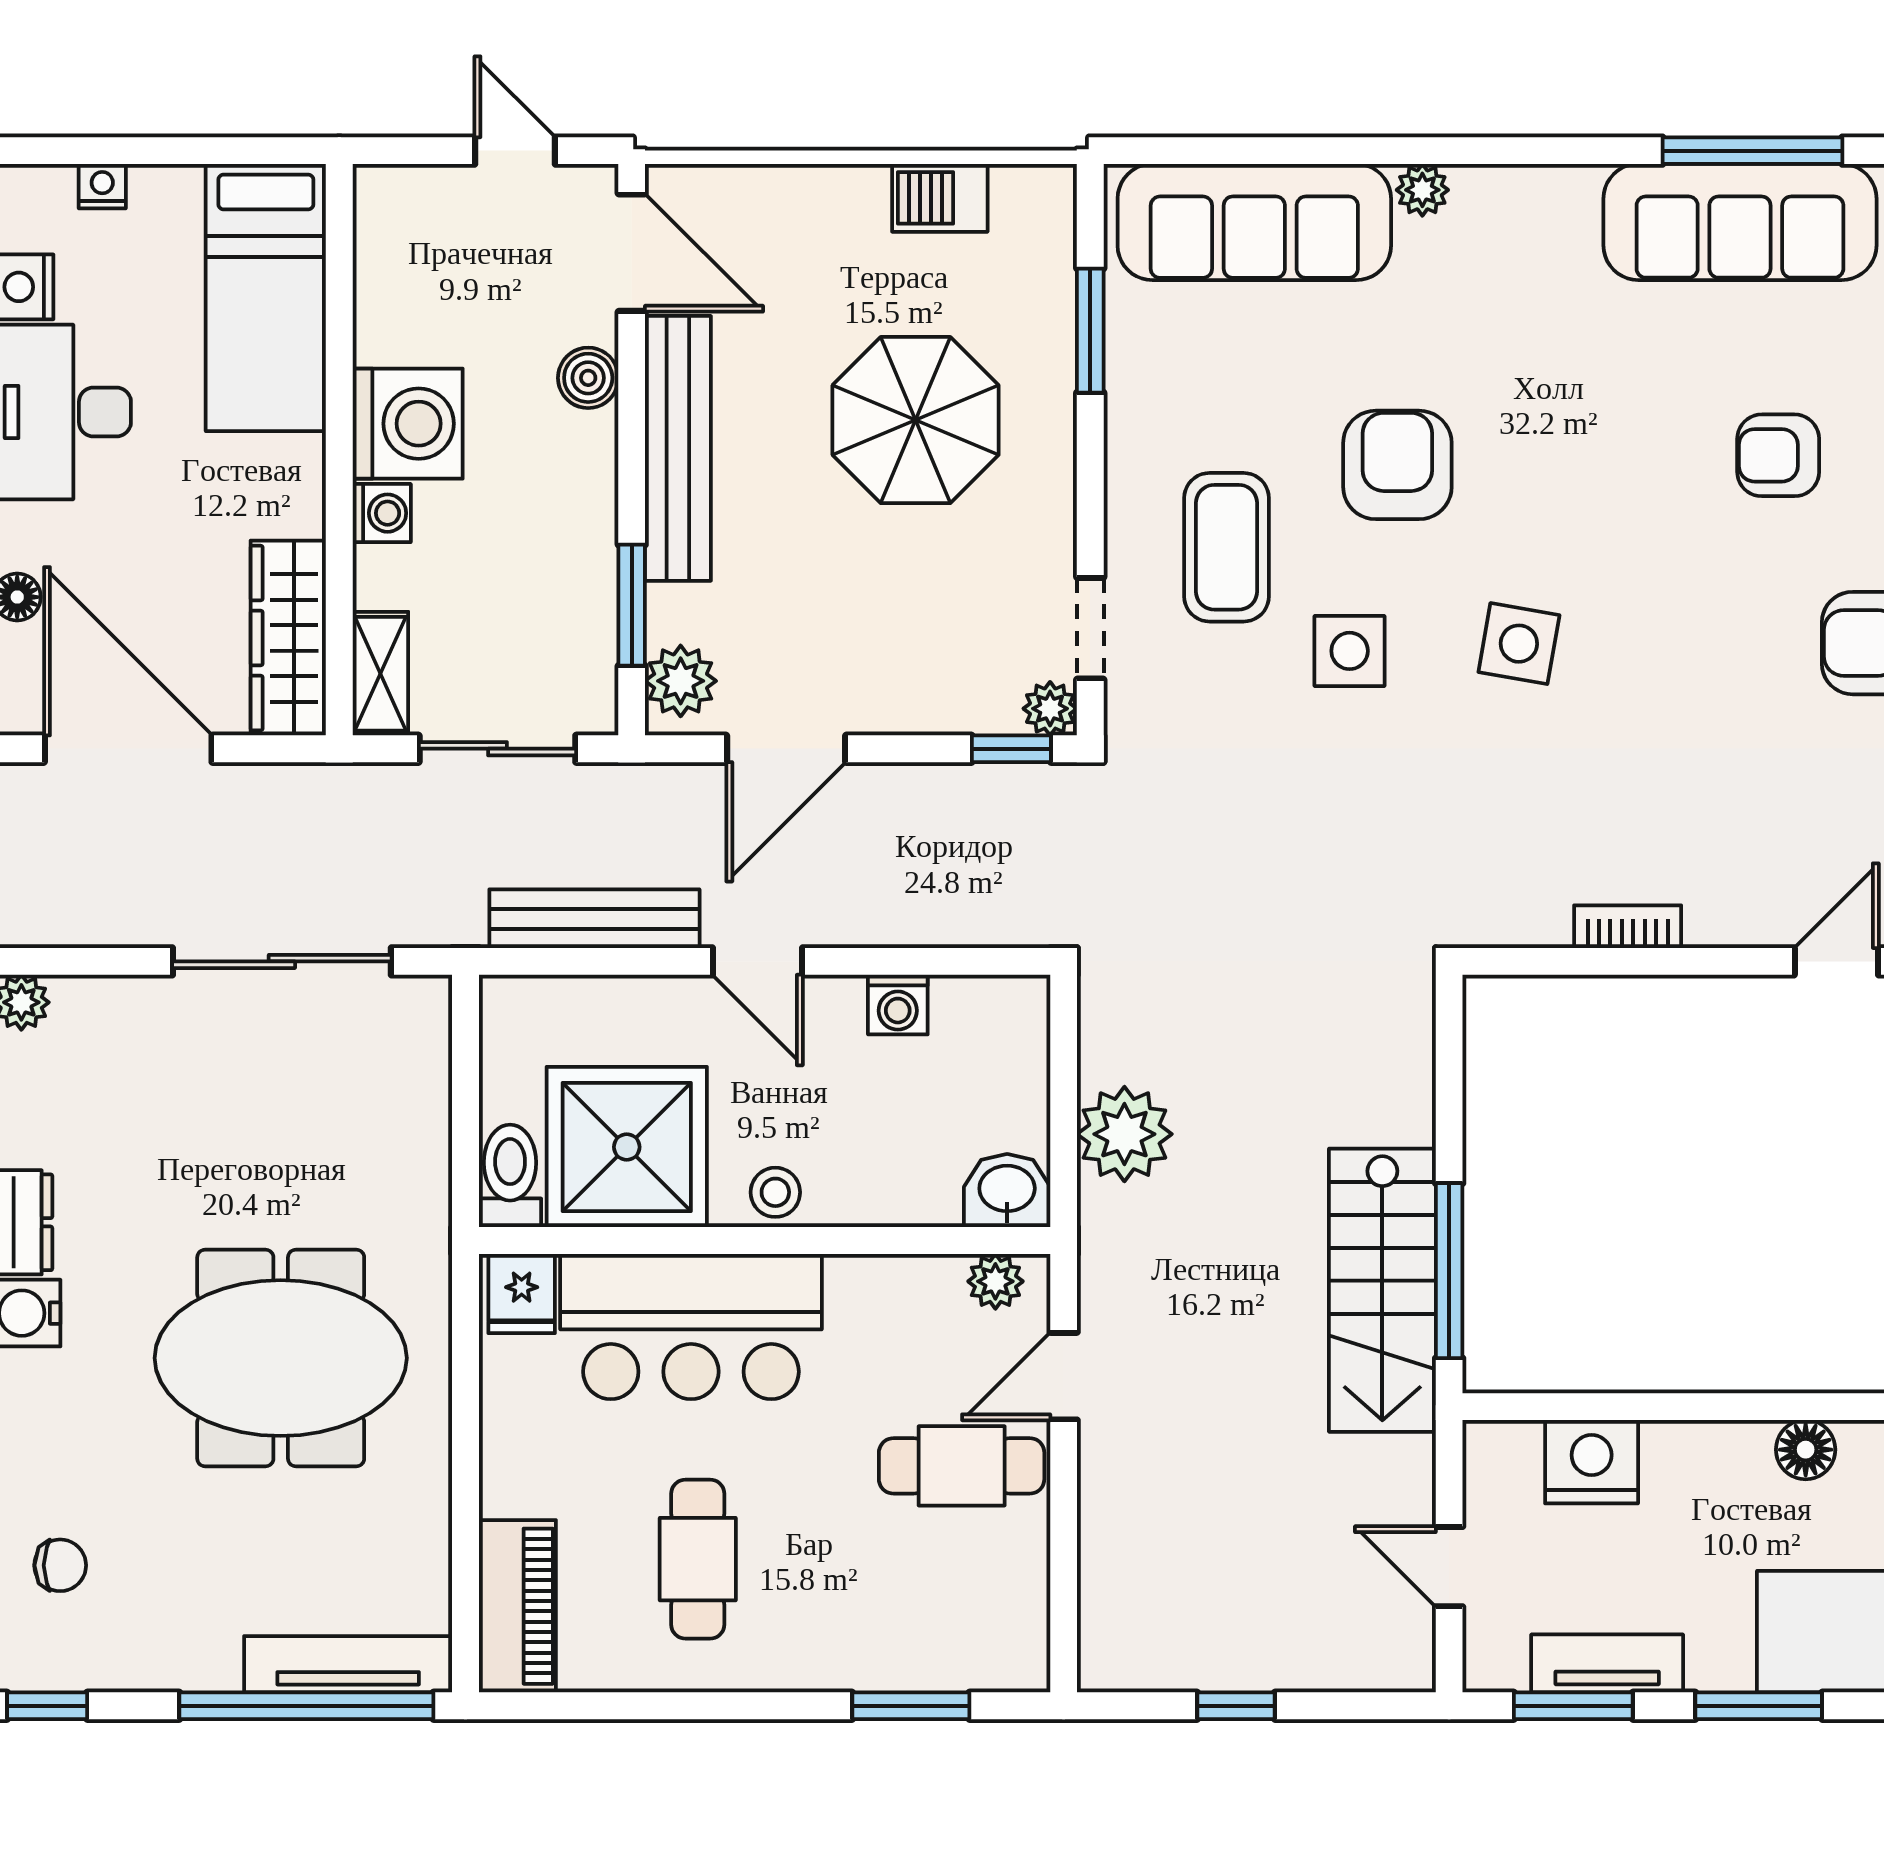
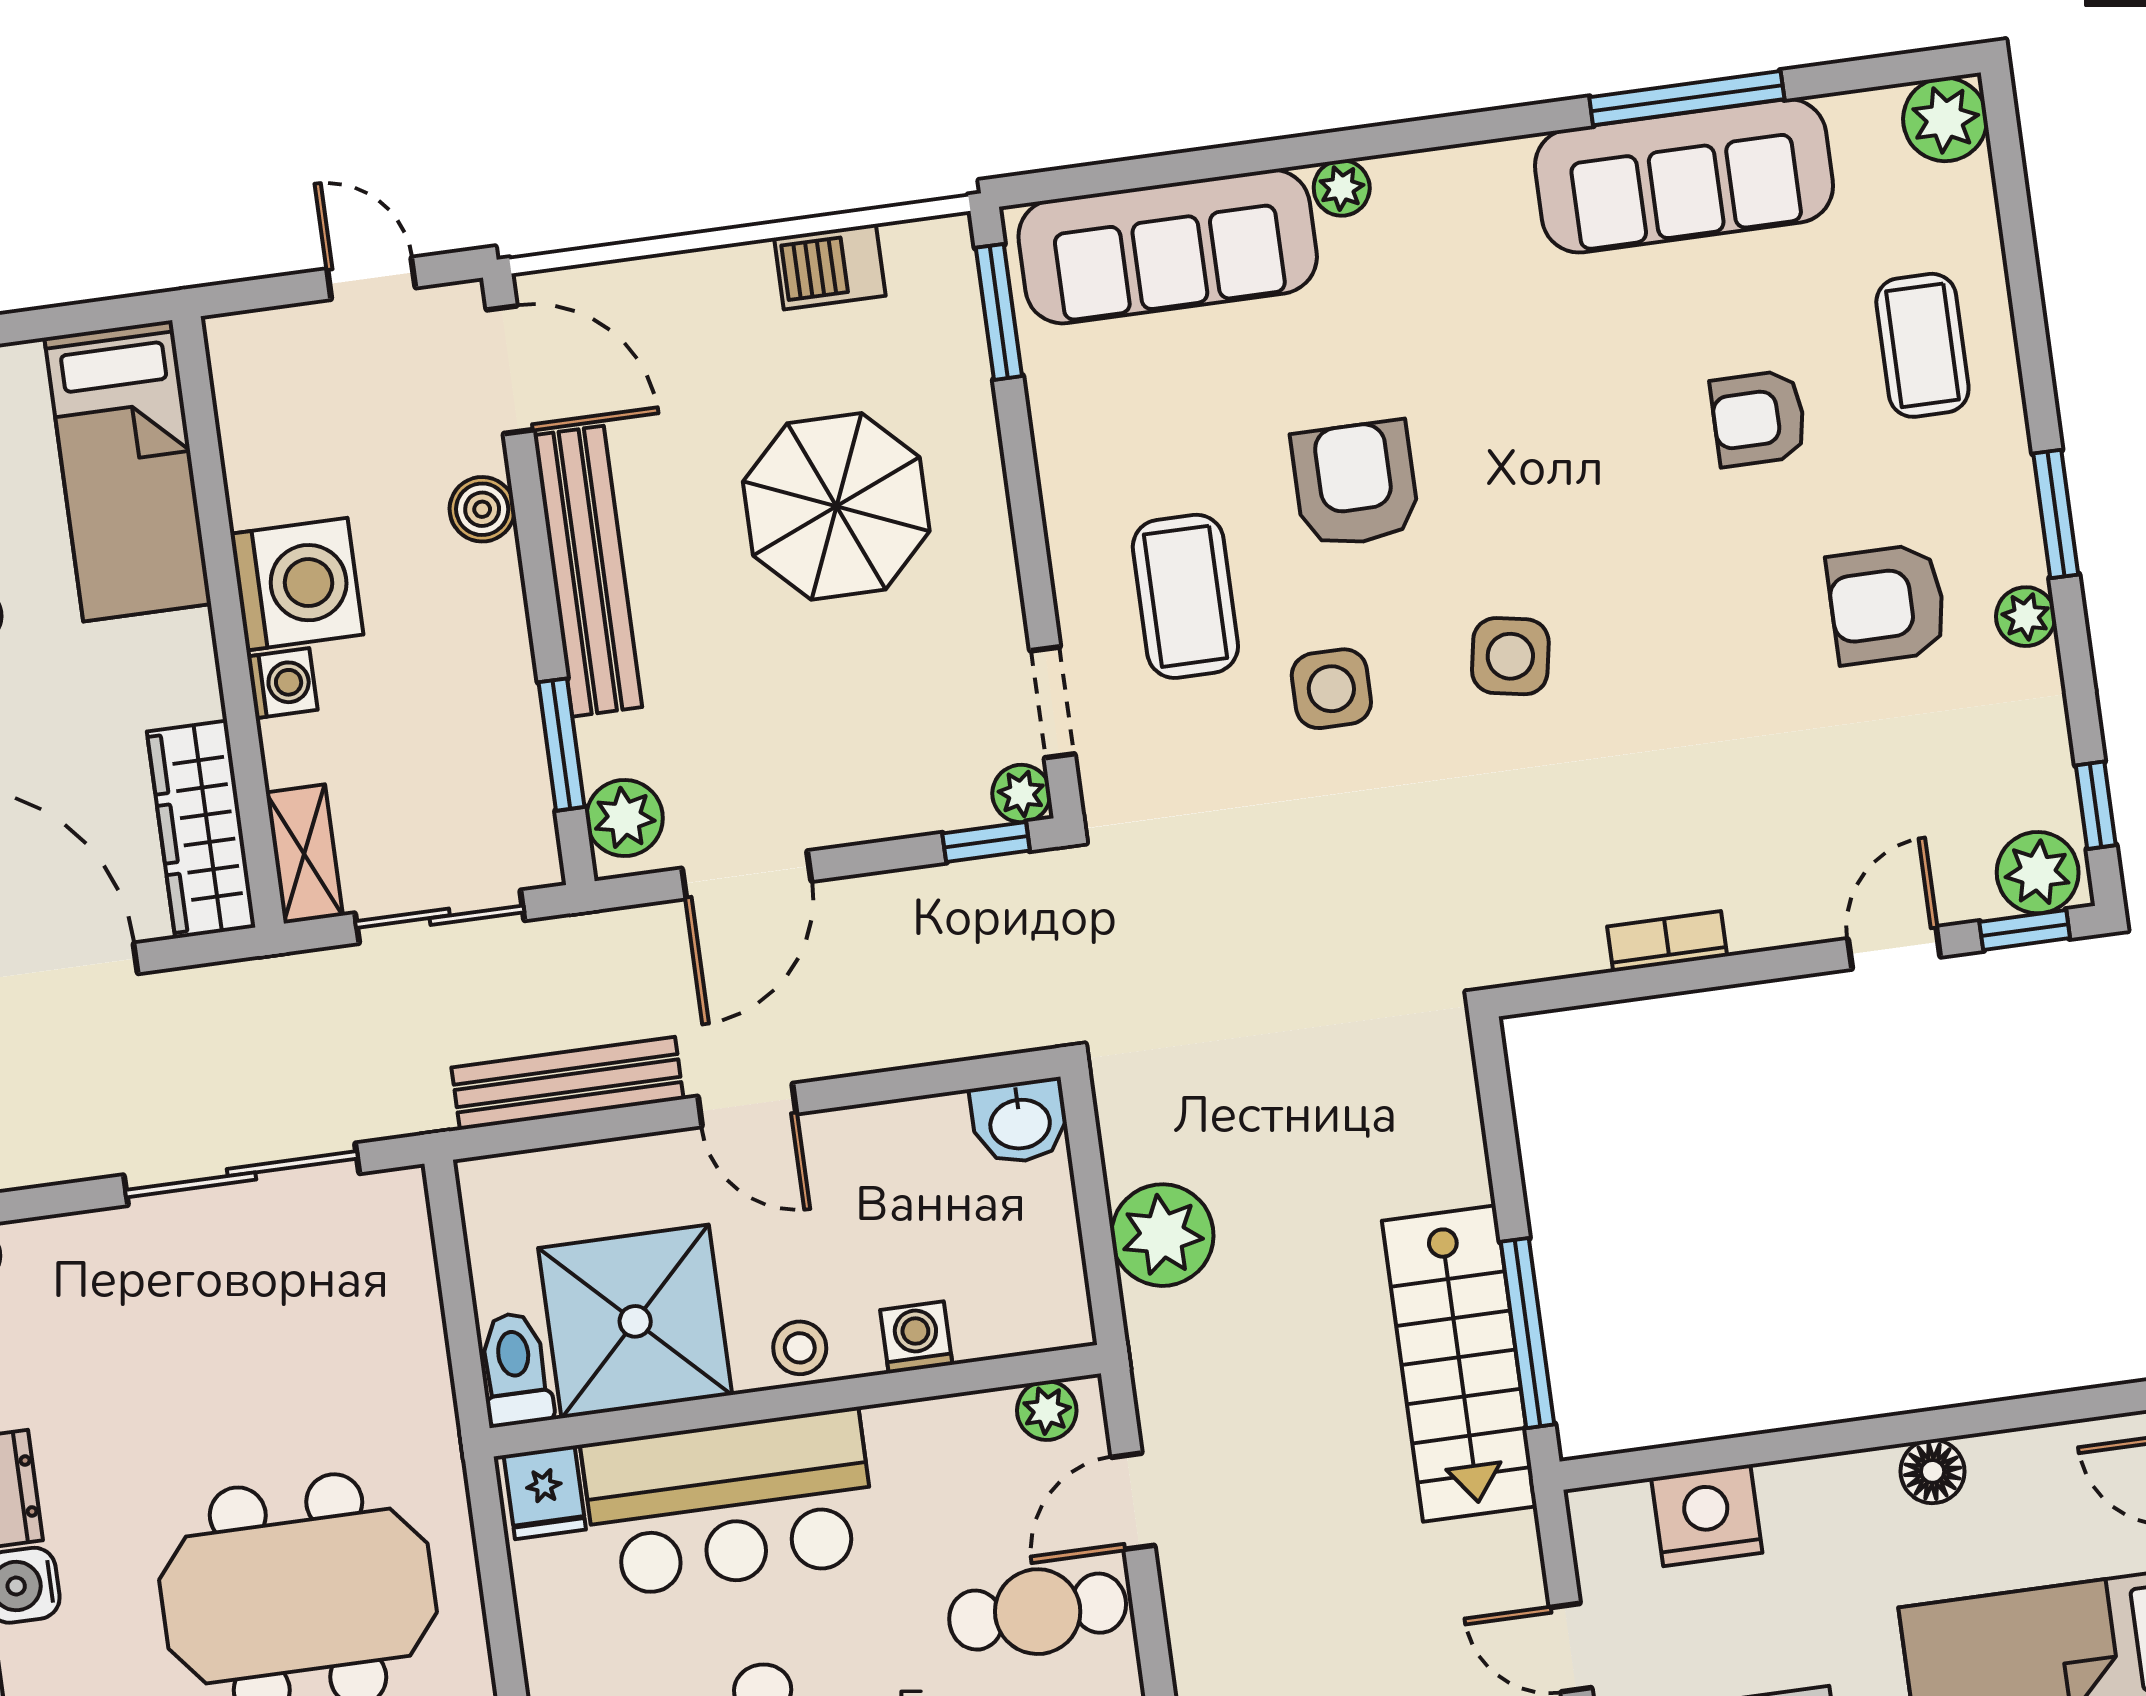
window: (1090, 331) -> (999, 312), moved
washing machine: (898, 1005) -> (916, 1337), moved, turned 180
washbasin: (1007, 1191) -> (1020, 1122), moved, turned 180

